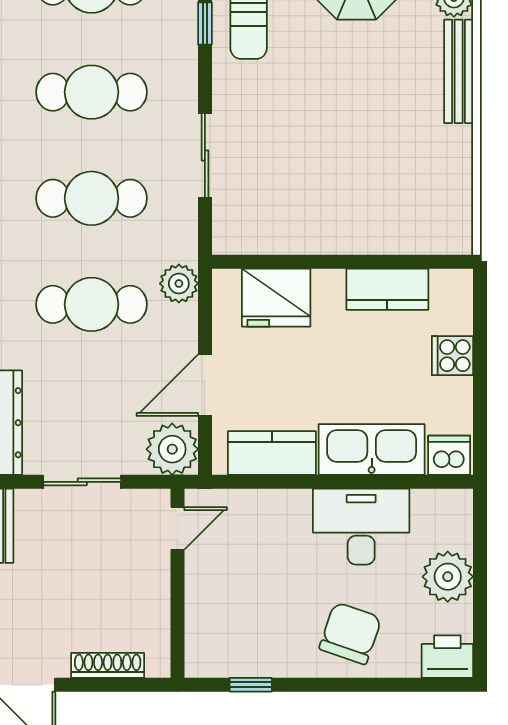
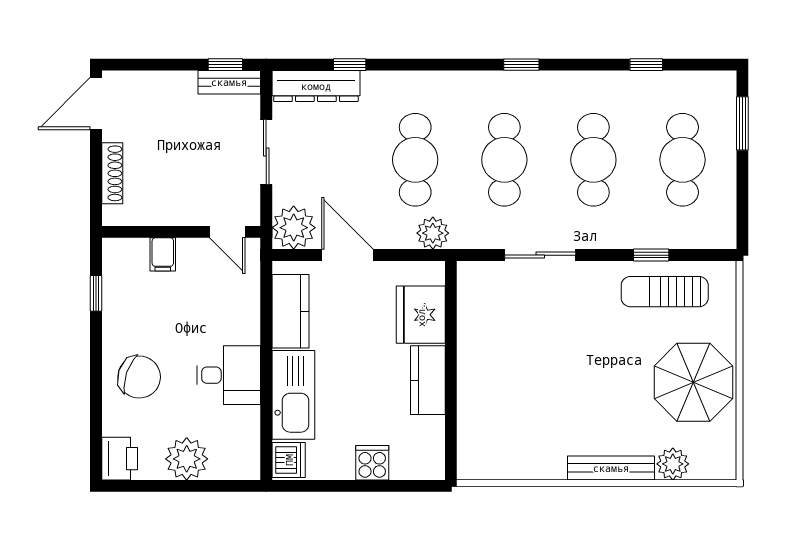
kitchen counter: (387, 289) -> (428, 380), moved
desk: (361, 527) -> (229, 375), width x0.73
filing cabinet: (204, 605) -> (163, 254), added

